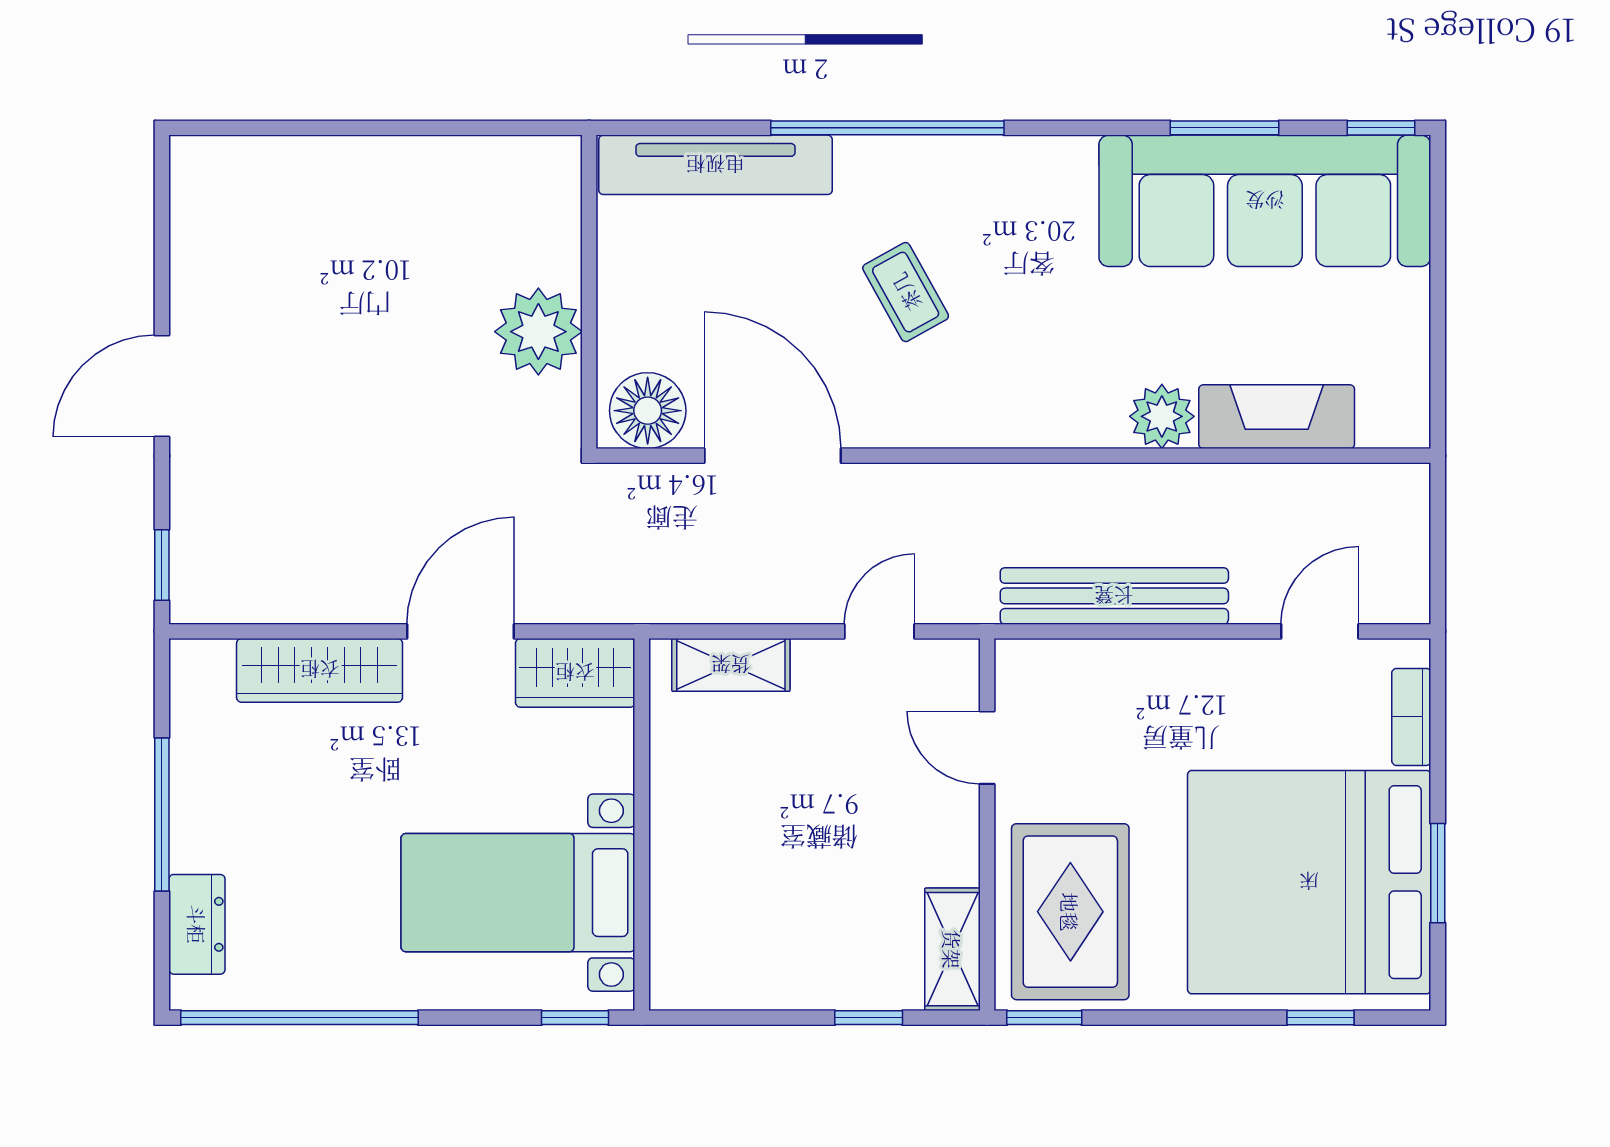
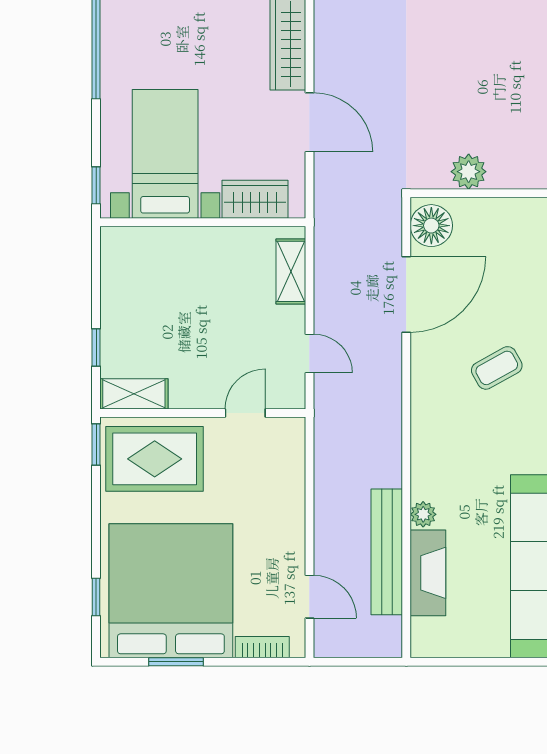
plant: (538, 332) -> (469, 172), width x0.73, depth x0.73
plant: (1162, 416) -> (423, 514), width x0.73, depth x0.73
bench: (1114, 596) -> (387, 552), moved
wardrobe: (575, 673) -> (255, 199), moved, turned 90

